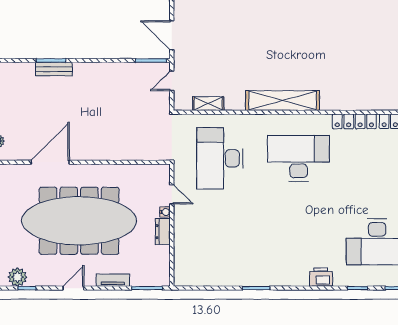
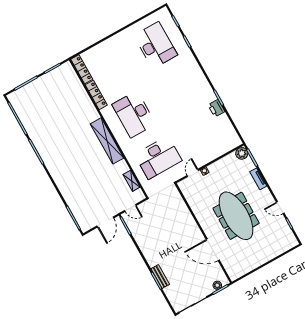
meeting table: (79, 221) -> (236, 216), width x0.73, depth x0.79
dresser: (163, 232) -> (216, 166), removed
plant: (17, 277) -> (242, 153), moved
printer: (321, 277) -> (216, 108), moved
door: (73, 288) -> (280, 208), moved

